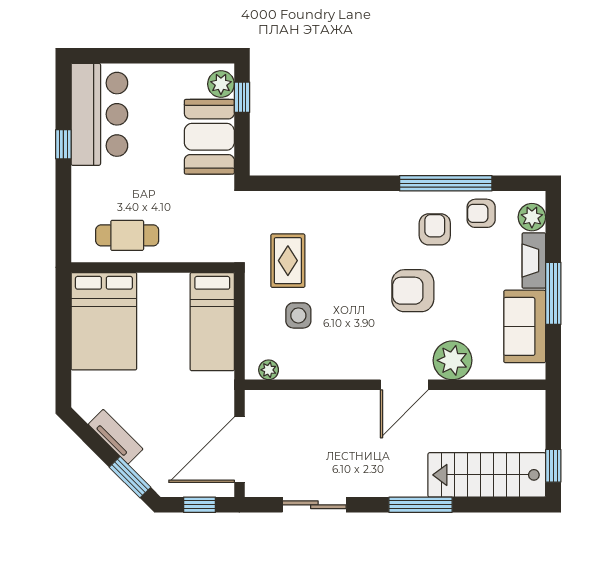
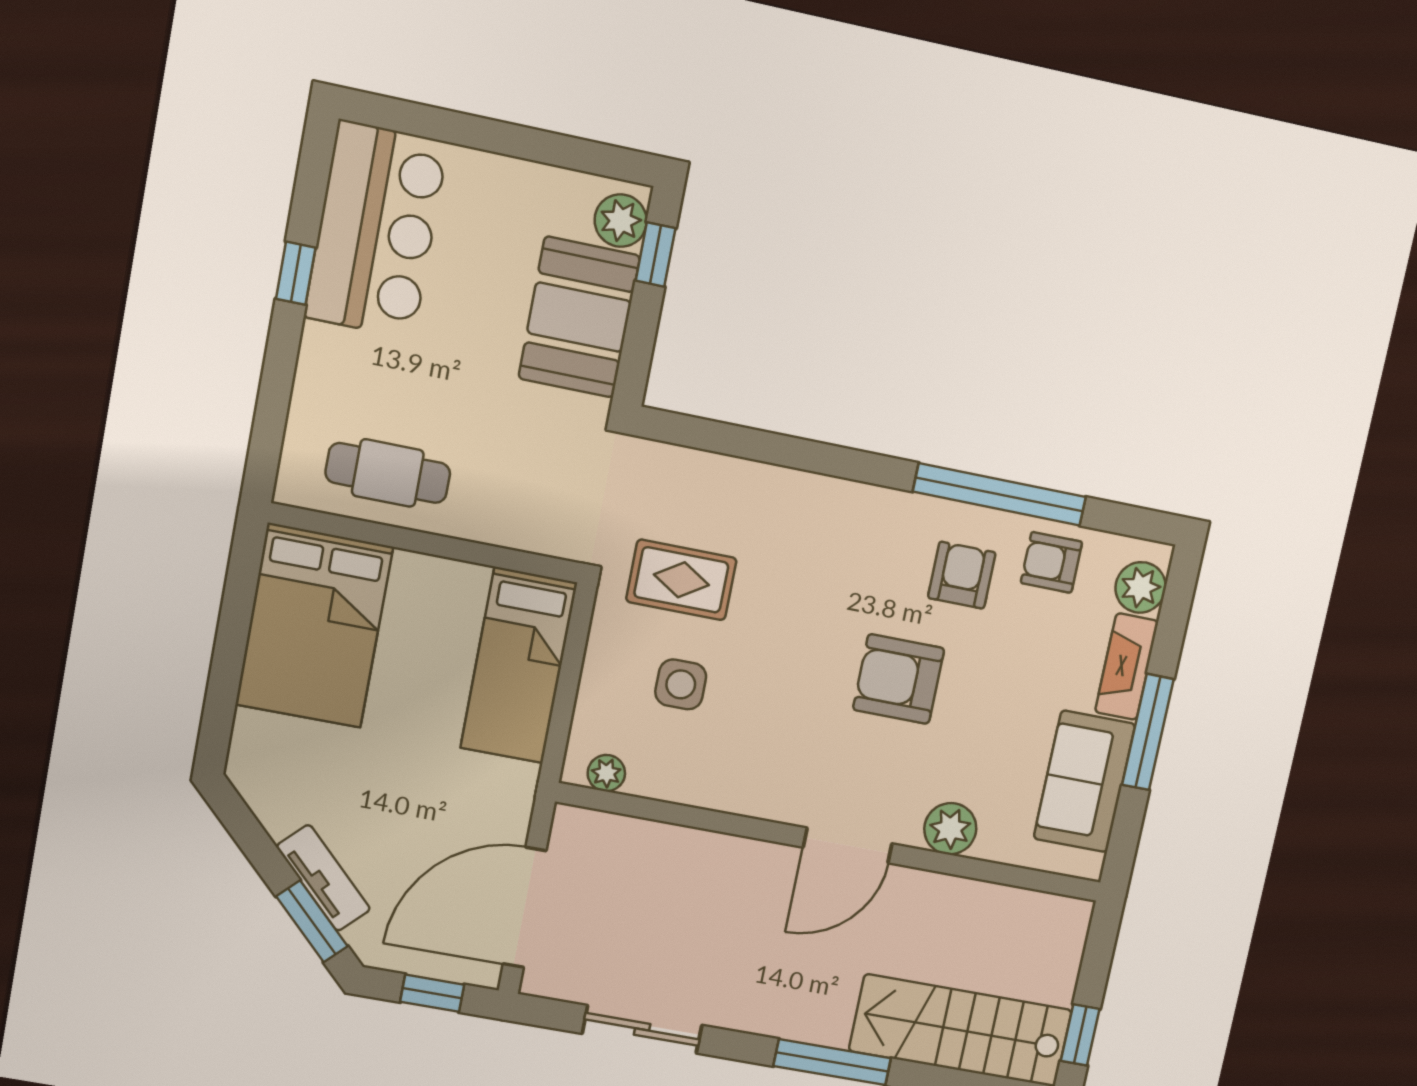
rug: (288, 261) -> (681, 580), turned 90
plant: (452, 360) -> (950, 829), width x0.73, depth x0.73
tv unit: (116, 437) -> (323, 878), moved

